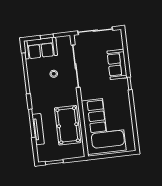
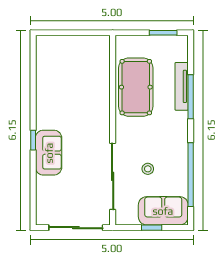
sofa: (117, 64) -> (49, 153), moved
corner sofa: (104, 126) -> (80, 80), removed

